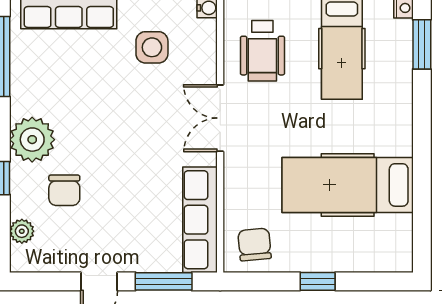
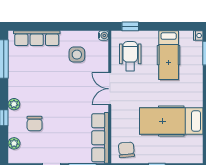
wheelchair: (262, 51) -> (130, 56), turned 180
plant: (32, 140) -> (14, 104), width x0.53, depth x0.53

